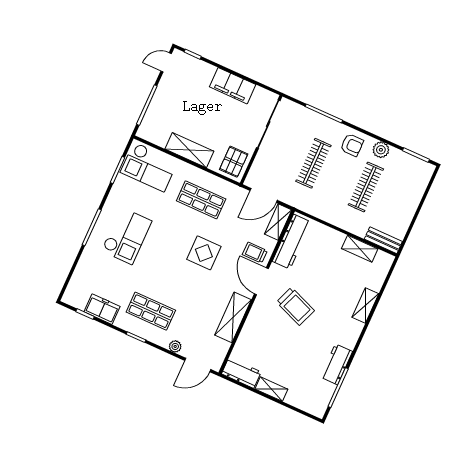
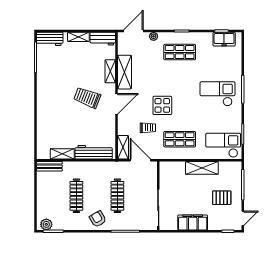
armchair: (352, 145) -> (98, 219), turned 59
plant: (381, 150) -> (46, 224), moved
pallet: (234, 162) -> (222, 198), moved, turned 90
door: (264, 195) -> (140, 160), hinge flipped
checkout: (126, 236) -> (218, 94), turned 90
workbench: (292, 242) -> (94, 152), moved, turned 90
trolley: (255, 253) -> (148, 128), moved
door: (261, 281) -> (117, 104), hinge flipped
shelving: (365, 306) -> (110, 71), moved
freezer: (102, 309) -> (224, 39), moved
workbench: (336, 364) -> (50, 39), moved, turned 90

